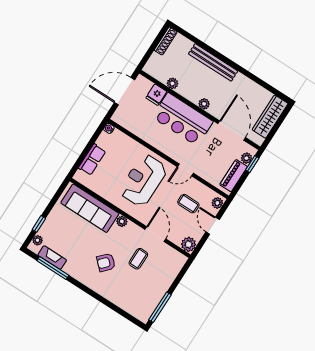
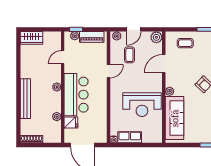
wardrobe: (270, 117) -> (31, 38), width x0.67
door: (232, 131) -> (63, 57), width x0.53
row of seats: (92, 160) -> (130, 137), moved
door: (185, 170) -> (109, 71), hinge flipped
reception desk: (143, 180) -> (142, 105), moved
coffee table: (138, 259) -> (185, 43), moved

